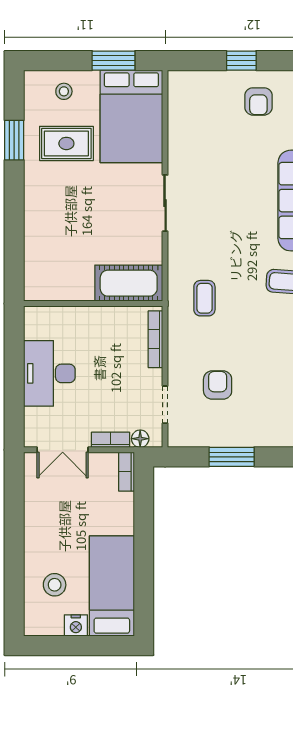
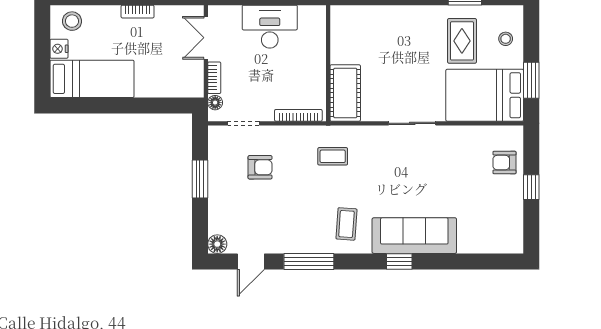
armchair: (258, 101) -> (504, 163), moved
bookcase: (127, 472) -> (138, 12), moved, turned 180
stool: (55, 585) -> (72, 21), moved

